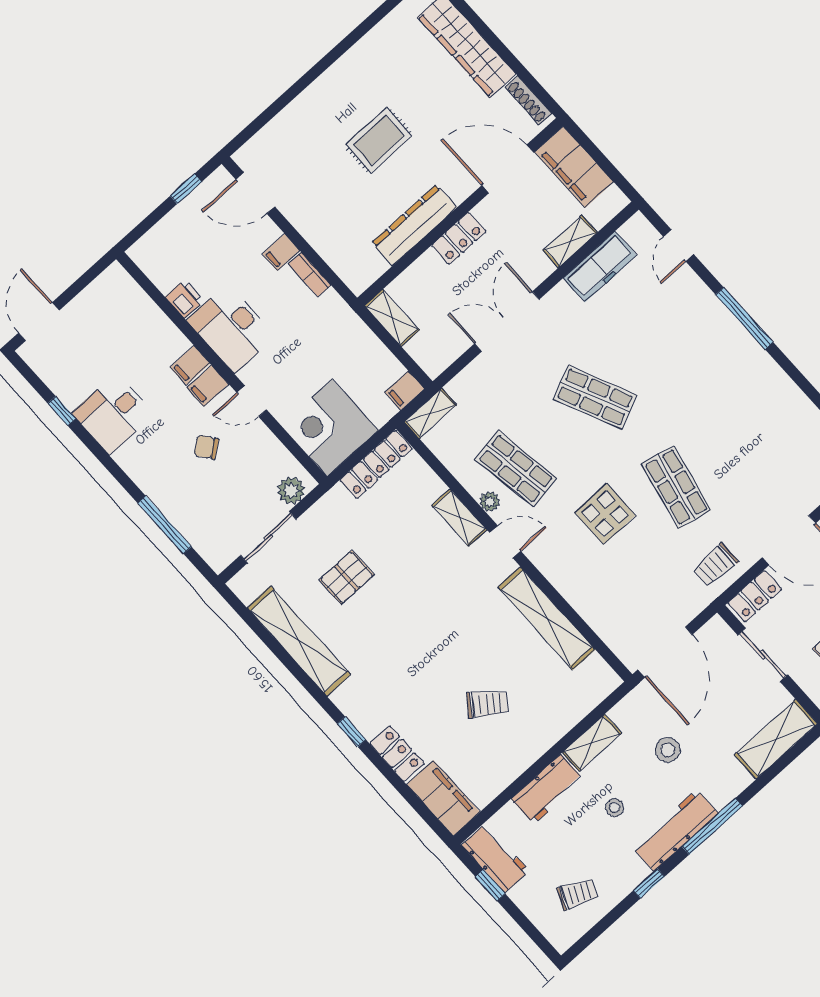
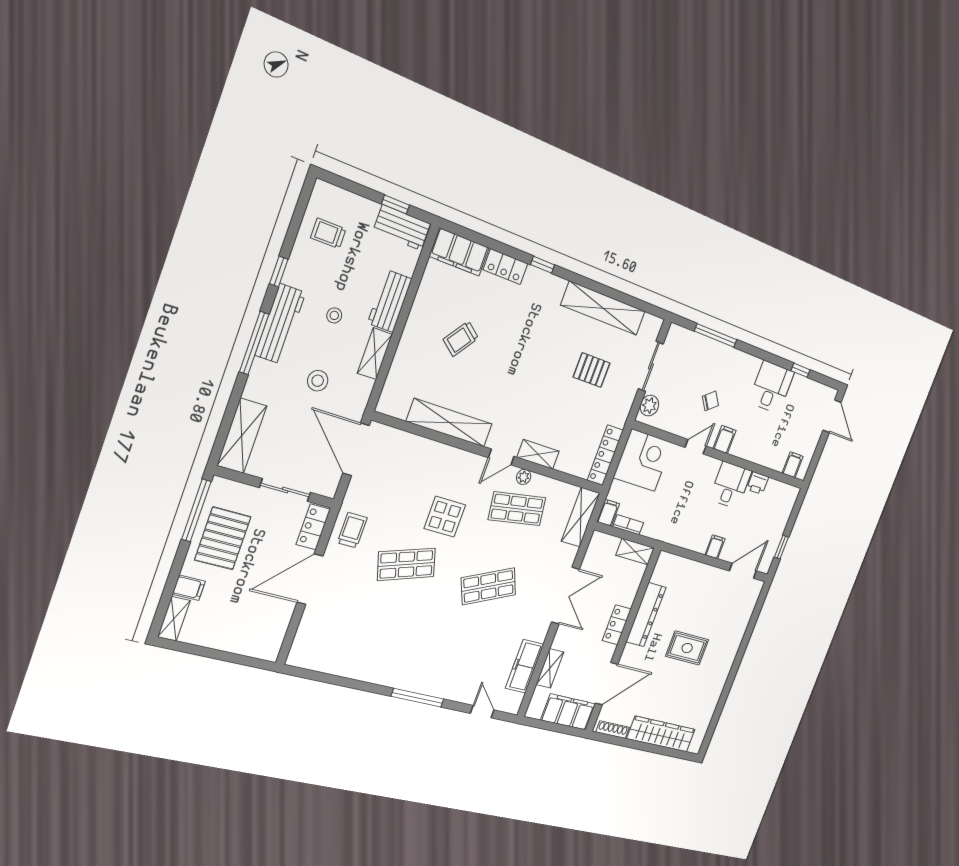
rug: (379, 140) -> (687, 648), turned 90
bookcase: (310, 275) -> (628, 525), moved
desk: (231, 328) -> (730, 485), width x0.73
filing cabinet: (190, 365) -> (793, 465), moved
shelving: (430, 413) -> (581, 517), width x1.50, depth x1.33
shop shelf: (676, 487) -> (406, 564), turned -30
pallet: (347, 577) -> (592, 370), turned 90
trolley: (577, 894) -> (328, 233), turned 66

